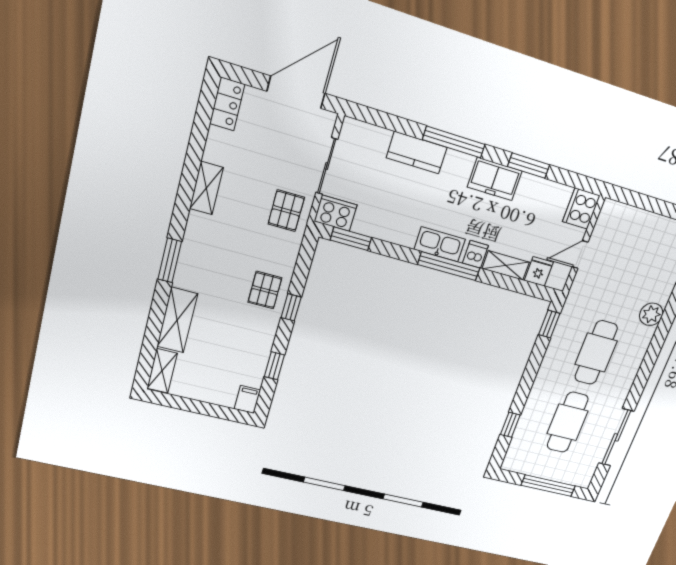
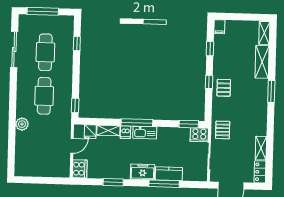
window: (454, 142) -> (164, 184), moved
freezer: (495, 179) -> (143, 172), moved
shelving: (206, 188) -> (261, 148), moved

